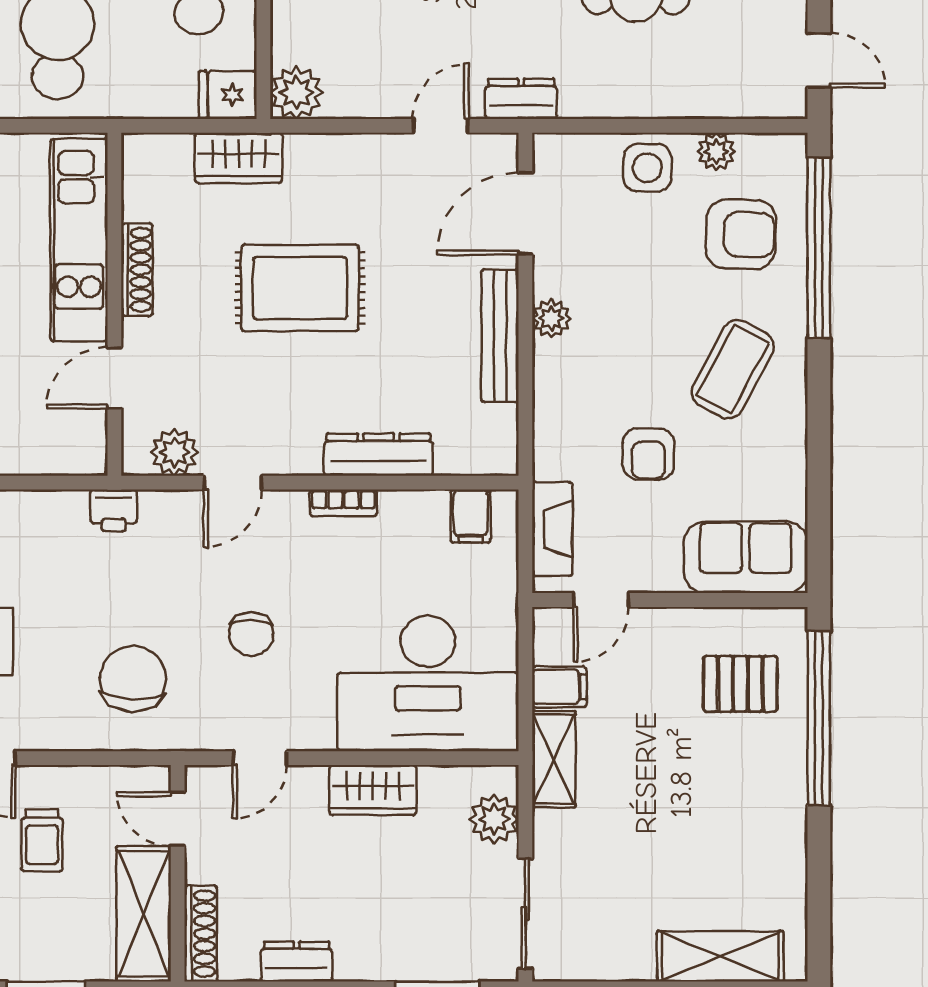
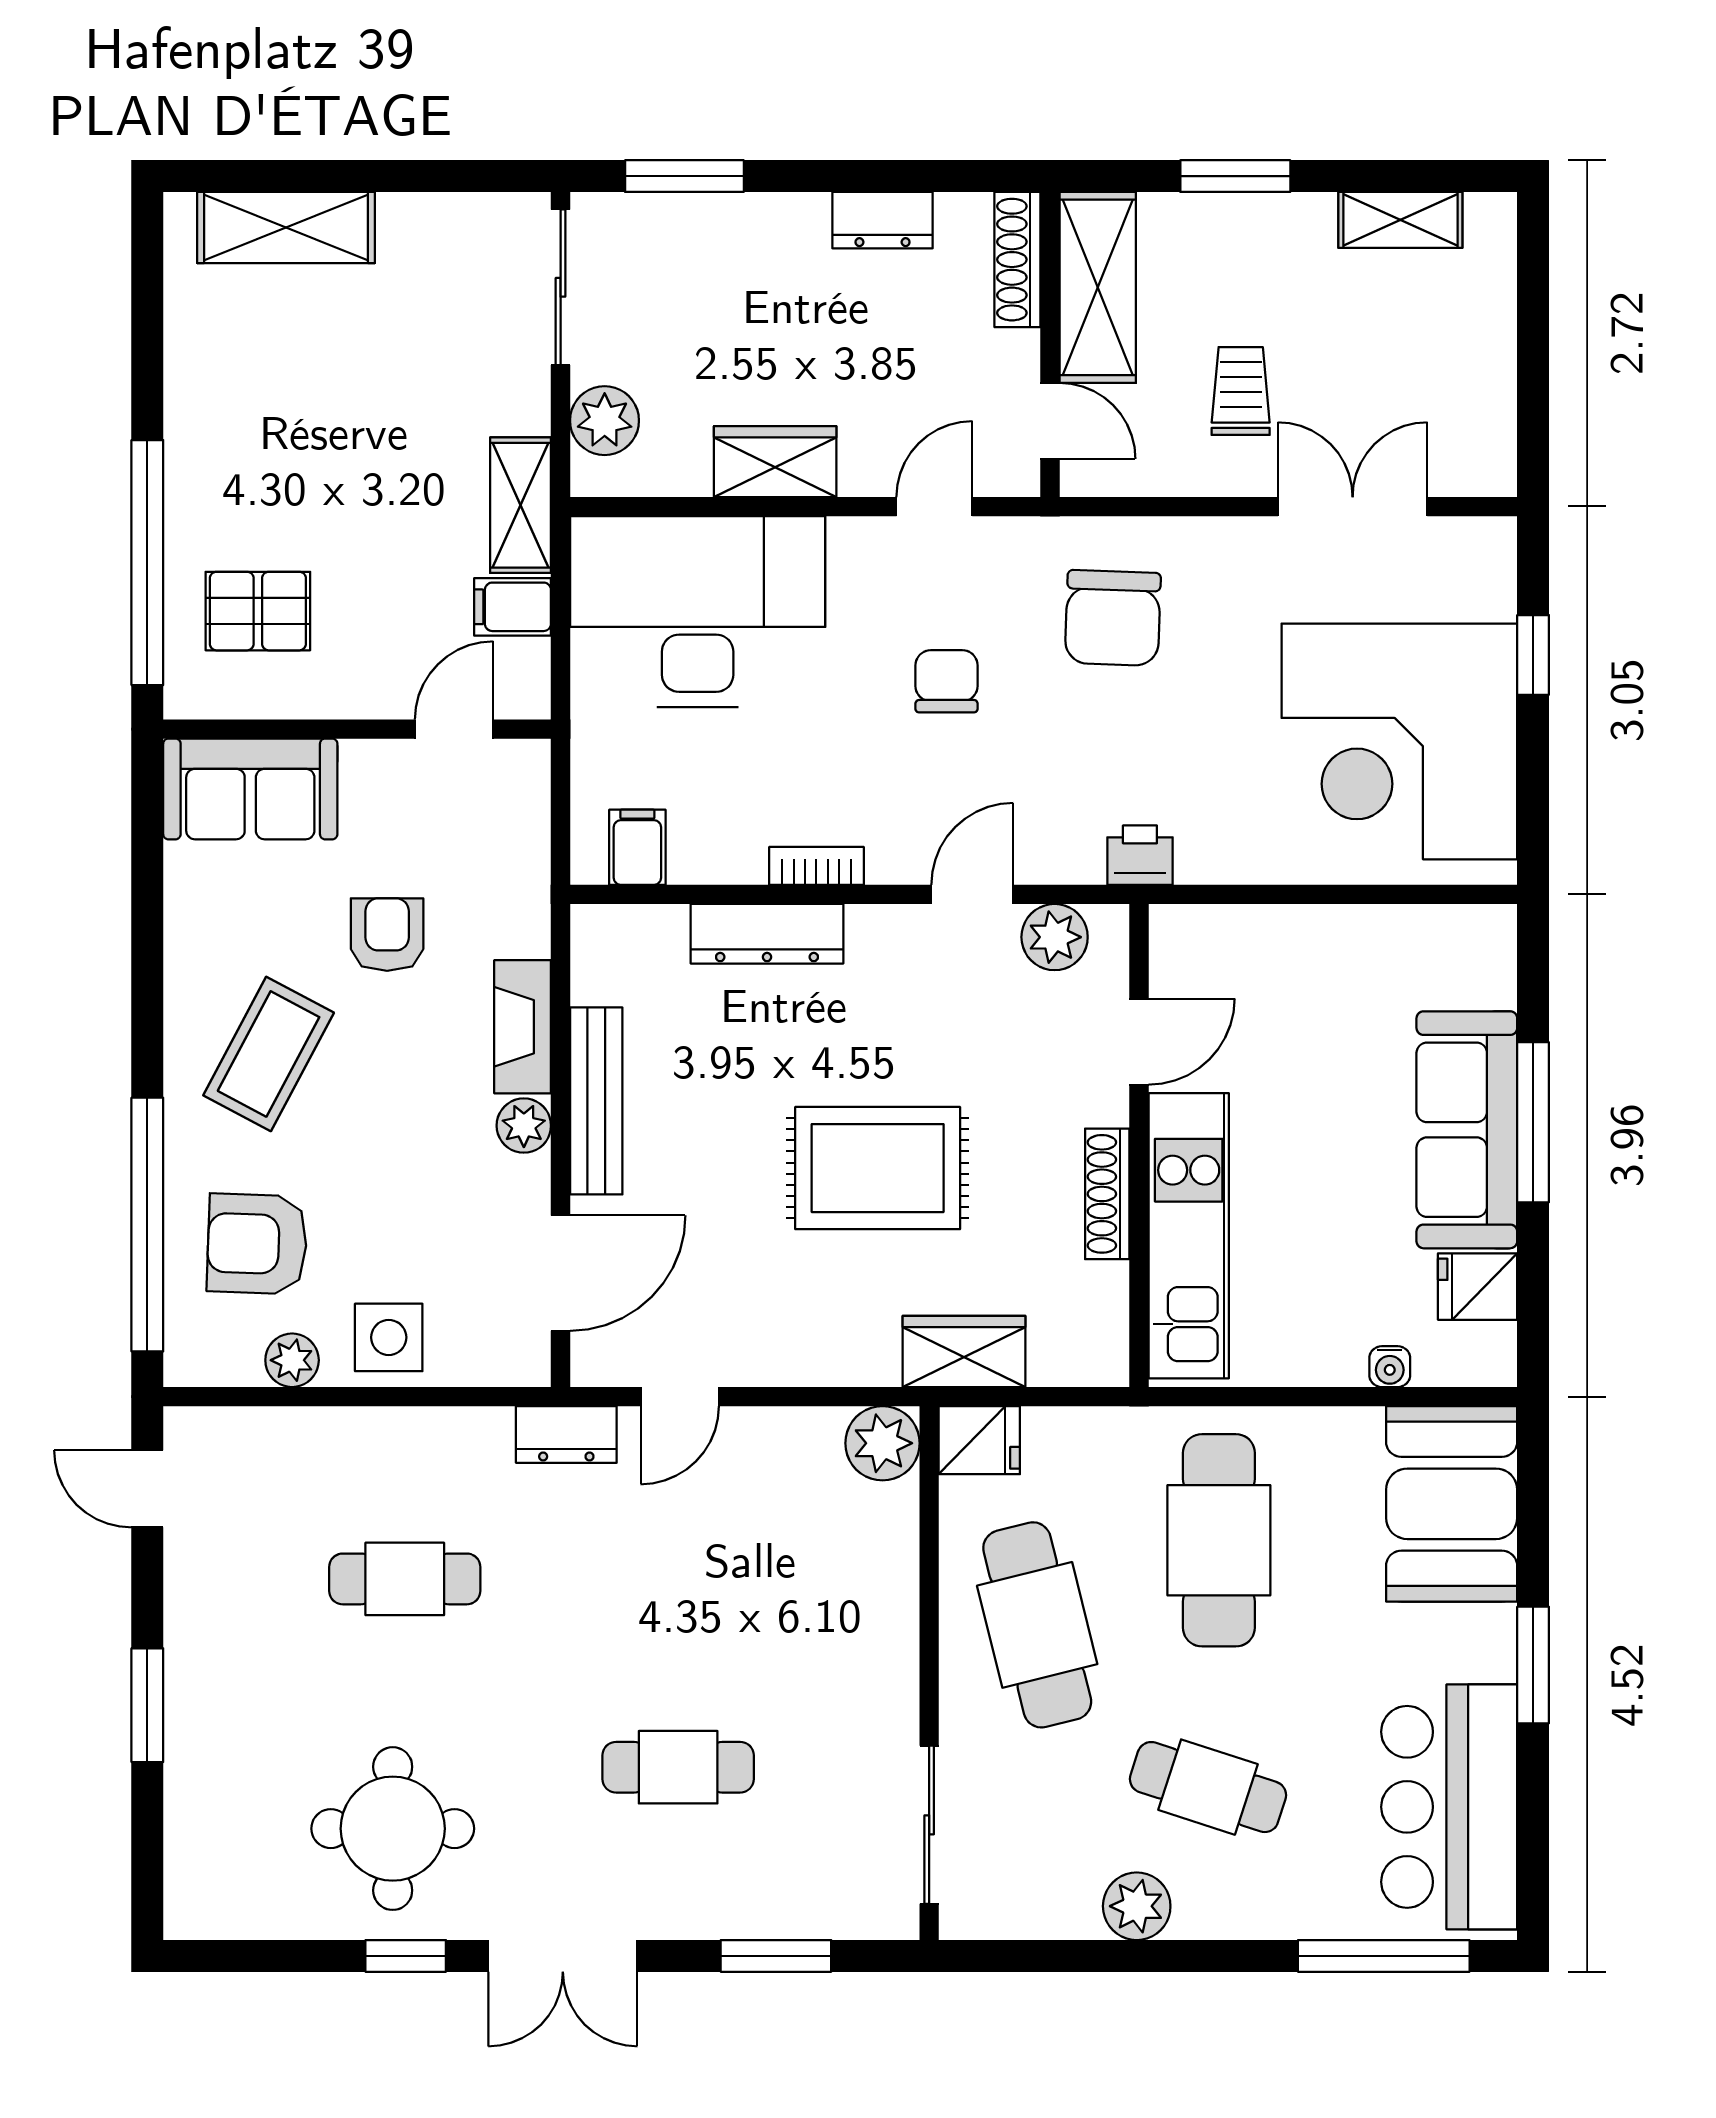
fireplace: (552, 529) -> (523, 1027), moved

